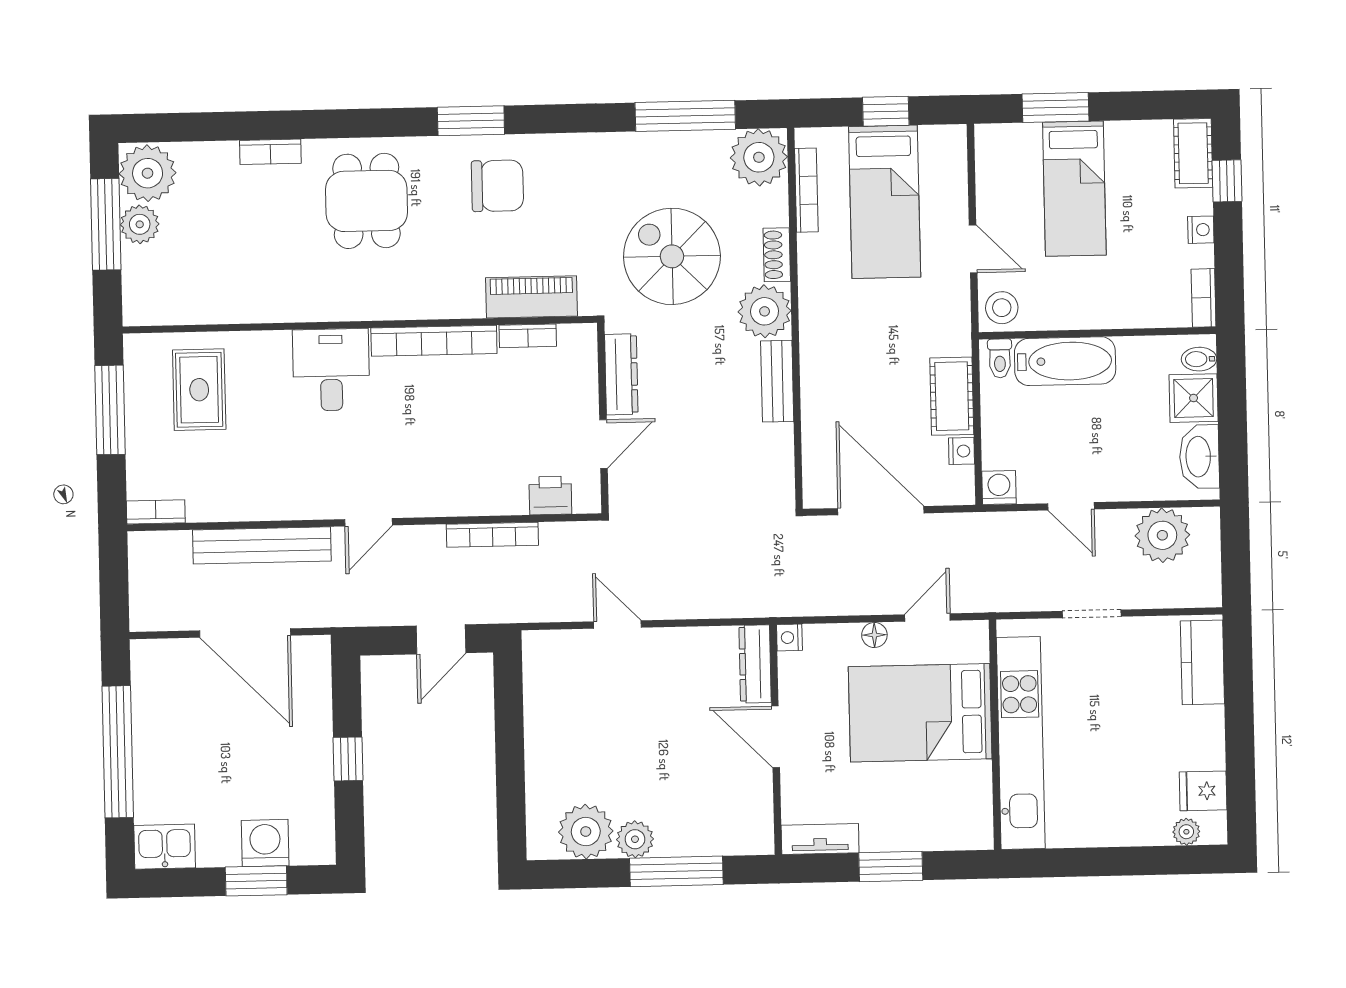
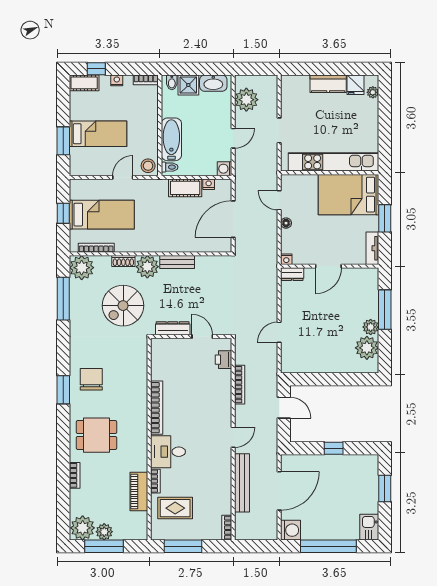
piano: (532, 297) -> (139, 492), moved
bookcase: (528, 336) -> (155, 481), moved
door: (369, 522) -> (233, 437), hinge flipped
kitchen counter: (1202, 662) -> (328, 84), moved
dresser: (755, 664) -> (292, 274), width x0.70
bed: (920, 713) -> (349, 195), moved, turned 90
washing machine: (265, 843) -> (291, 530), moved, turned 180

